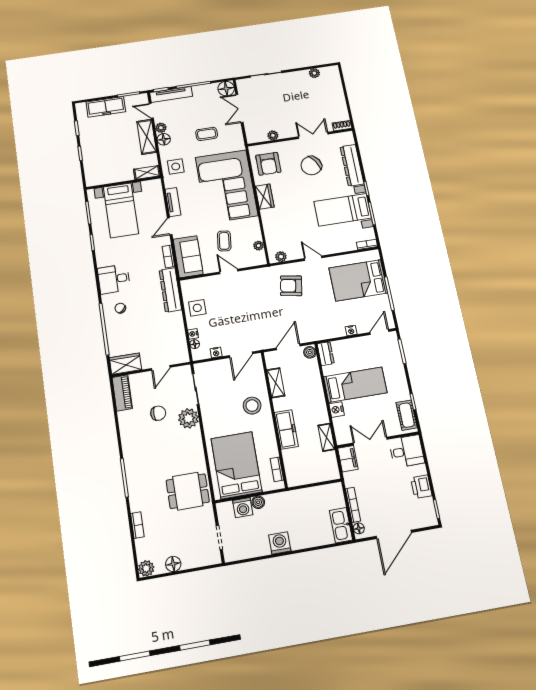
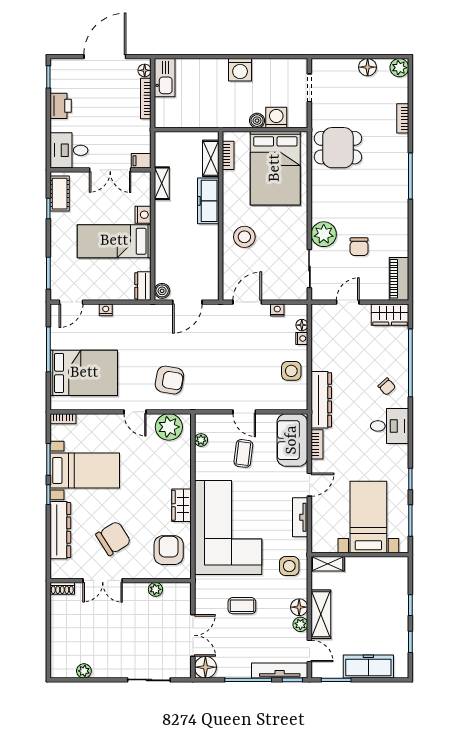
plant: (281, 257) -> (169, 427), width x1.88, depth x1.88
shelving: (276, 383) -> (211, 158), moved
chair: (158, 413) -> (359, 247), turned -90
filing cabinet: (348, 459) -> (141, 161), width x0.50

